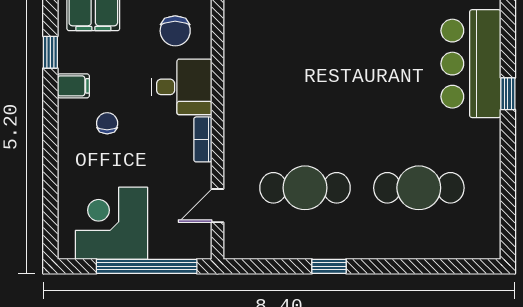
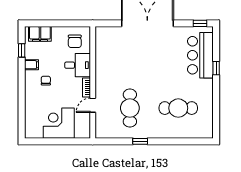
cafe table: (305, 188) -> (130, 108), turned 90
door: (217, 206) -> (93, 105), moved
corner desk: (111, 223) -> (59, 123), moved
window: (147, 266) -> (63, 141), removed

